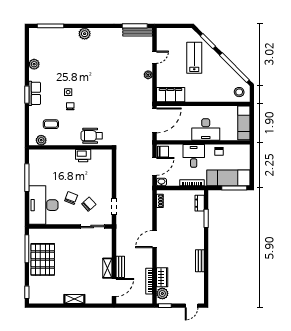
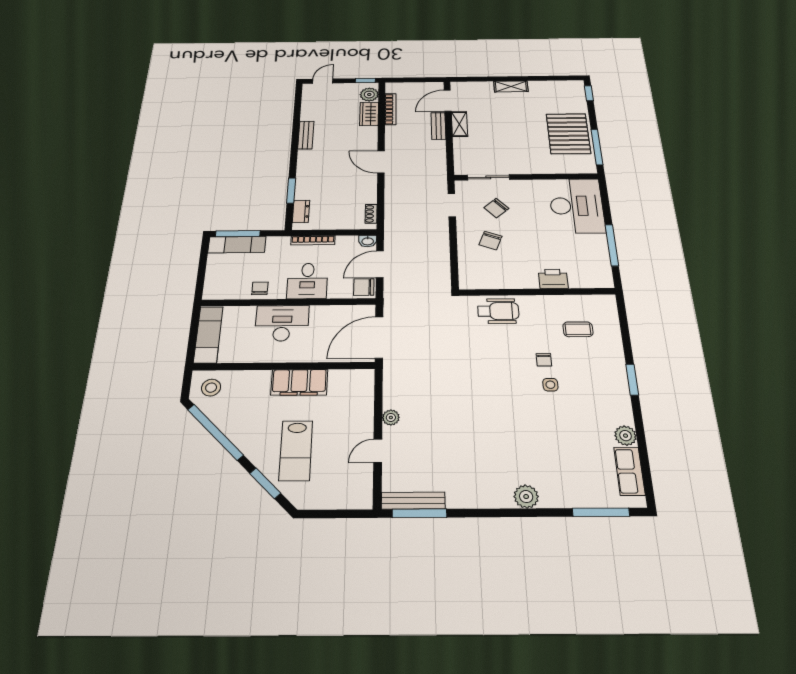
row of seats: (35, 93) -> (629, 471), moved
filing cabinet: (171, 95) -> (299, 382), moved
plant: (41, 140) -> (593, 303), removed
printer: (83, 156) -> (553, 279), moved
exam couch: (228, 178) -> (237, 245), width x0.73, depth x0.69
chair: (71, 198) -> (490, 241), moved
door: (155, 239) -> (381, 162), swing flipped

